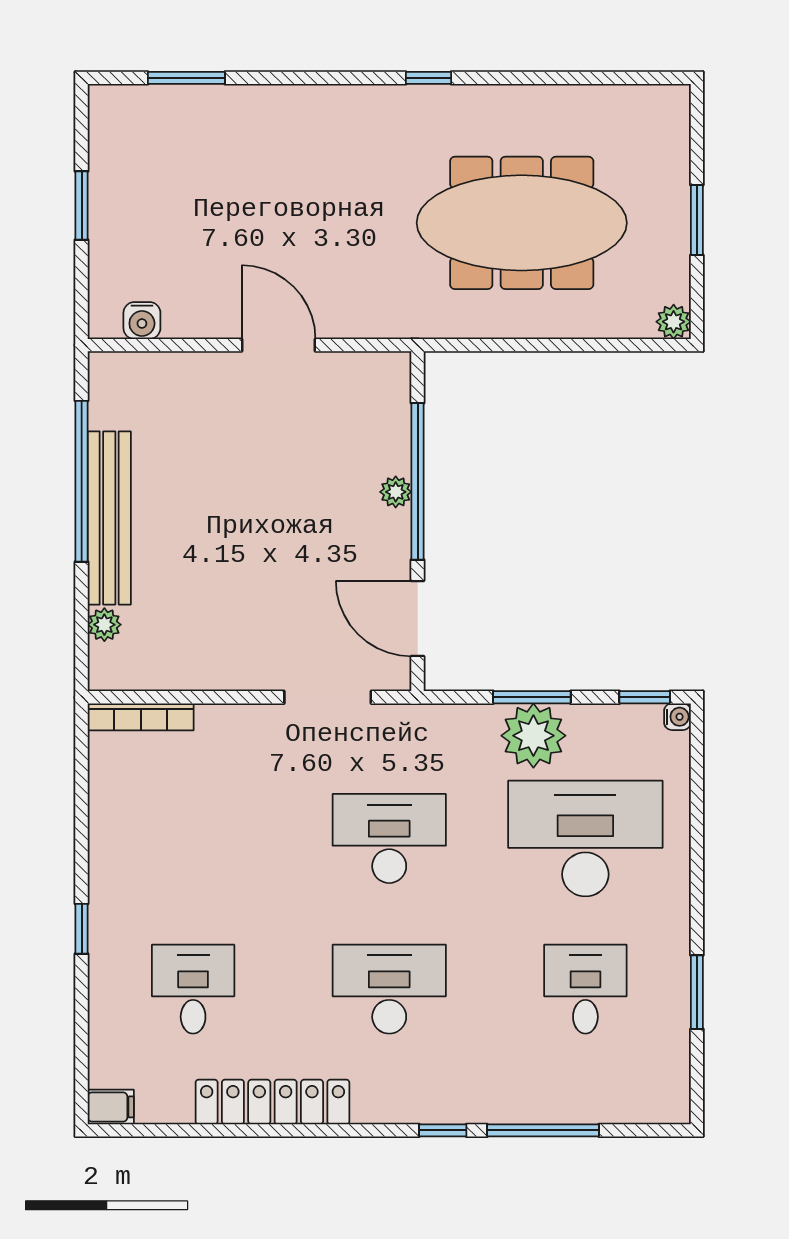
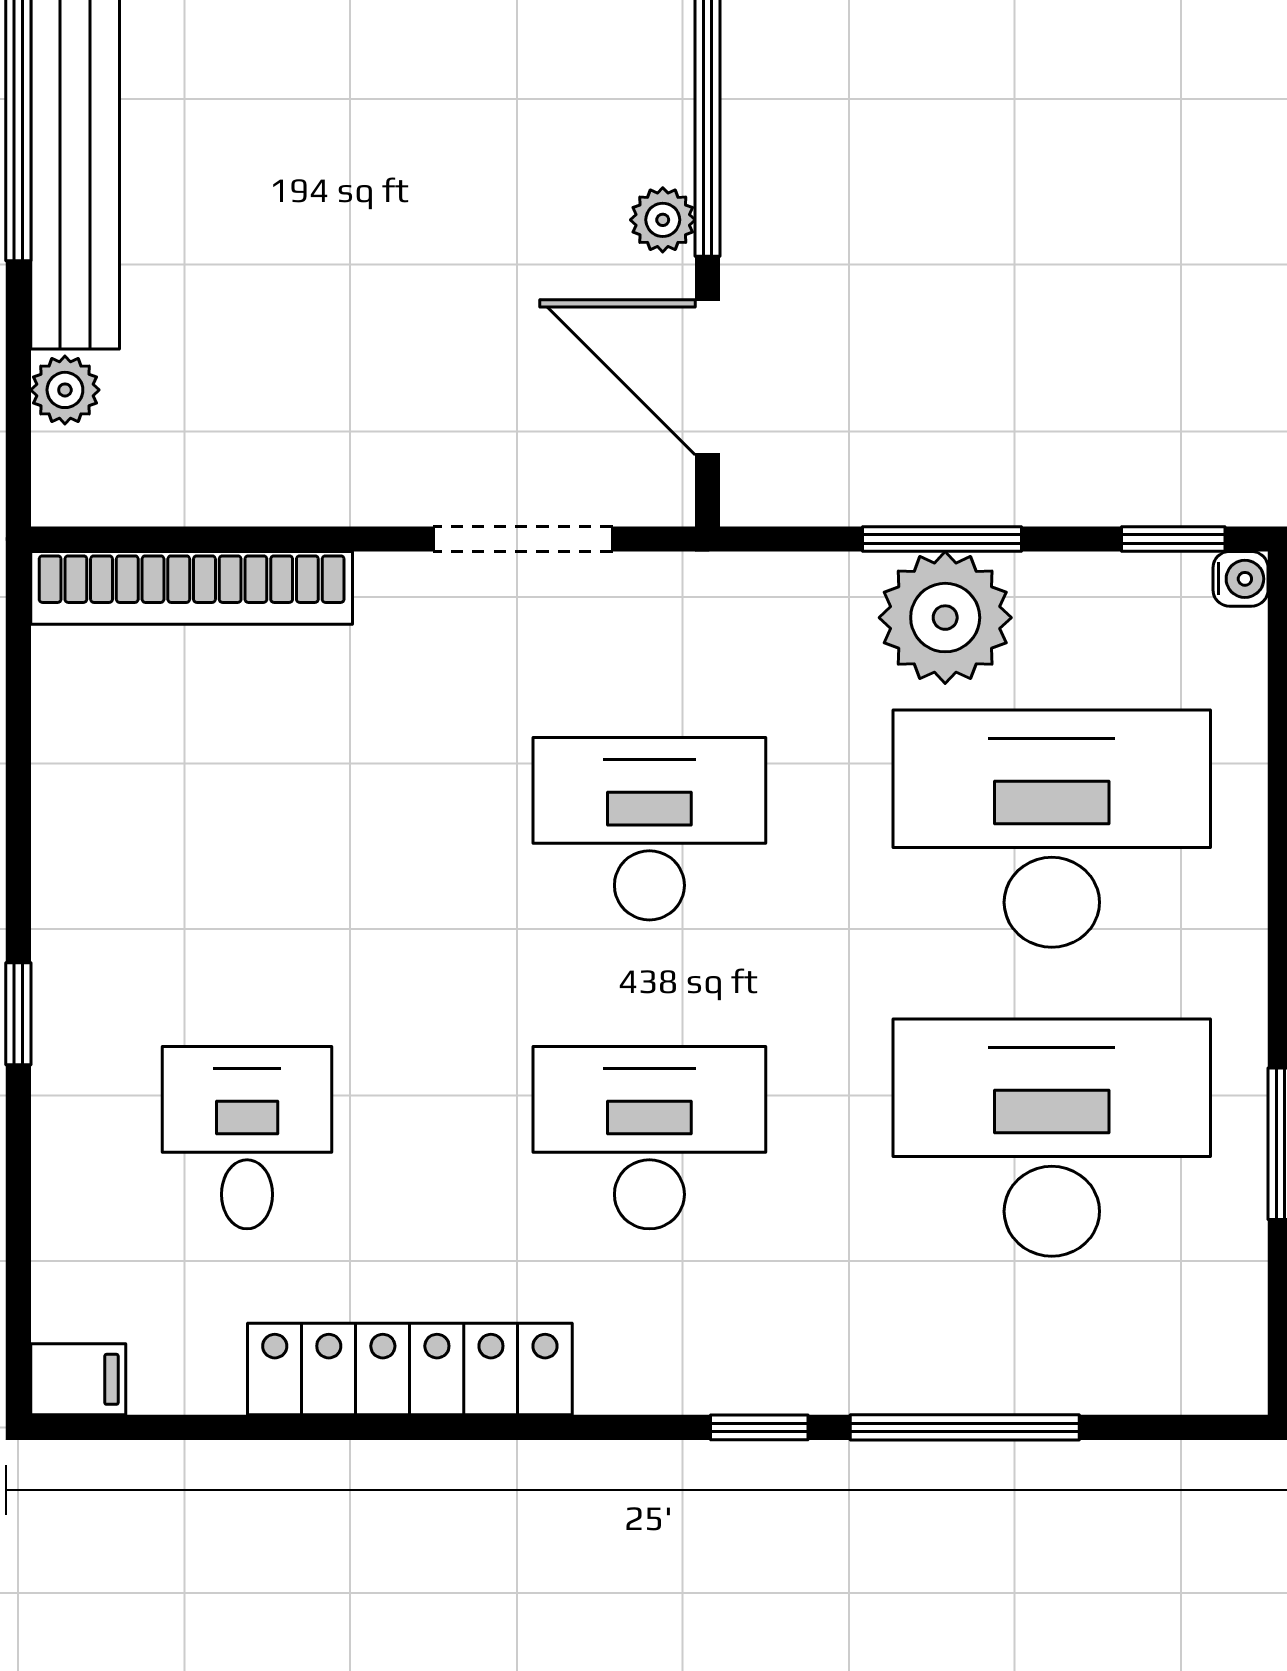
plant: (396, 492) -> (663, 220), moved
bookcase: (141, 717) -> (192, 588), width x1.48, depth x1.31
desk: (585, 989) -> (1052, 1138), width x1.87, depth x1.30

